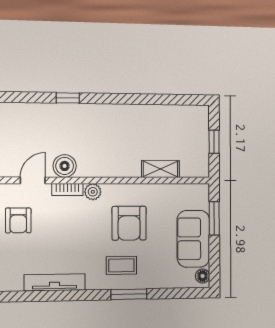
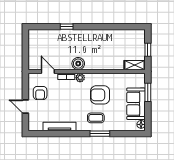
boiler: (65, 166) -> (78, 64), moved
shelving: (160, 169) -> (135, 65), moved
door: (33, 180) -> (48, 71), hinge flipped
armchair: (129, 223) -> (100, 95), turned 90

